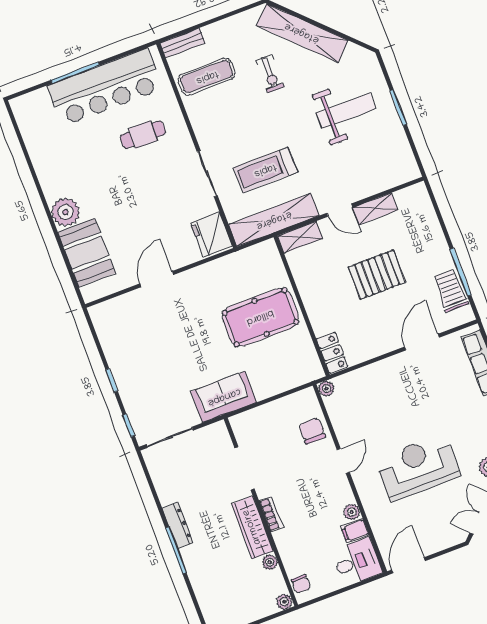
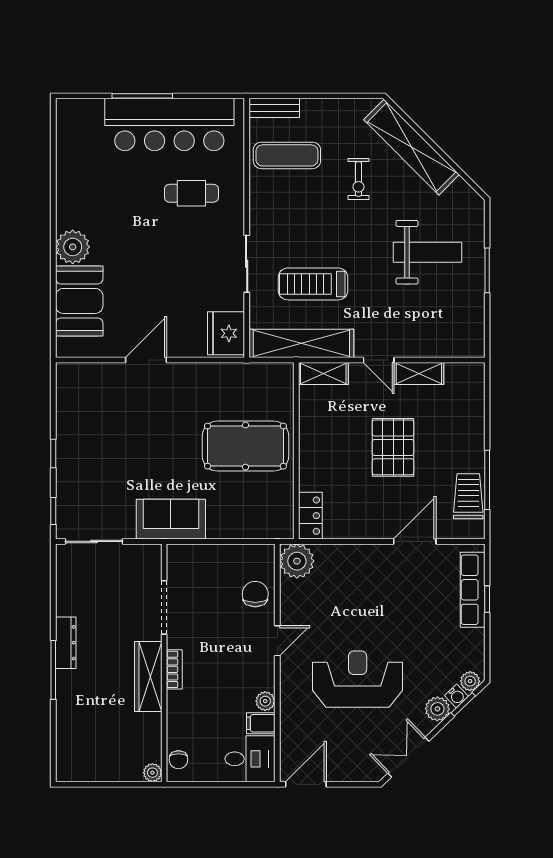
pallet: (377, 275) -> (393, 447), turned 90
plant: (326, 389) -> (297, 561), width x1.88, depth x1.88
plant: (270, 562) -> (153, 722), removed

